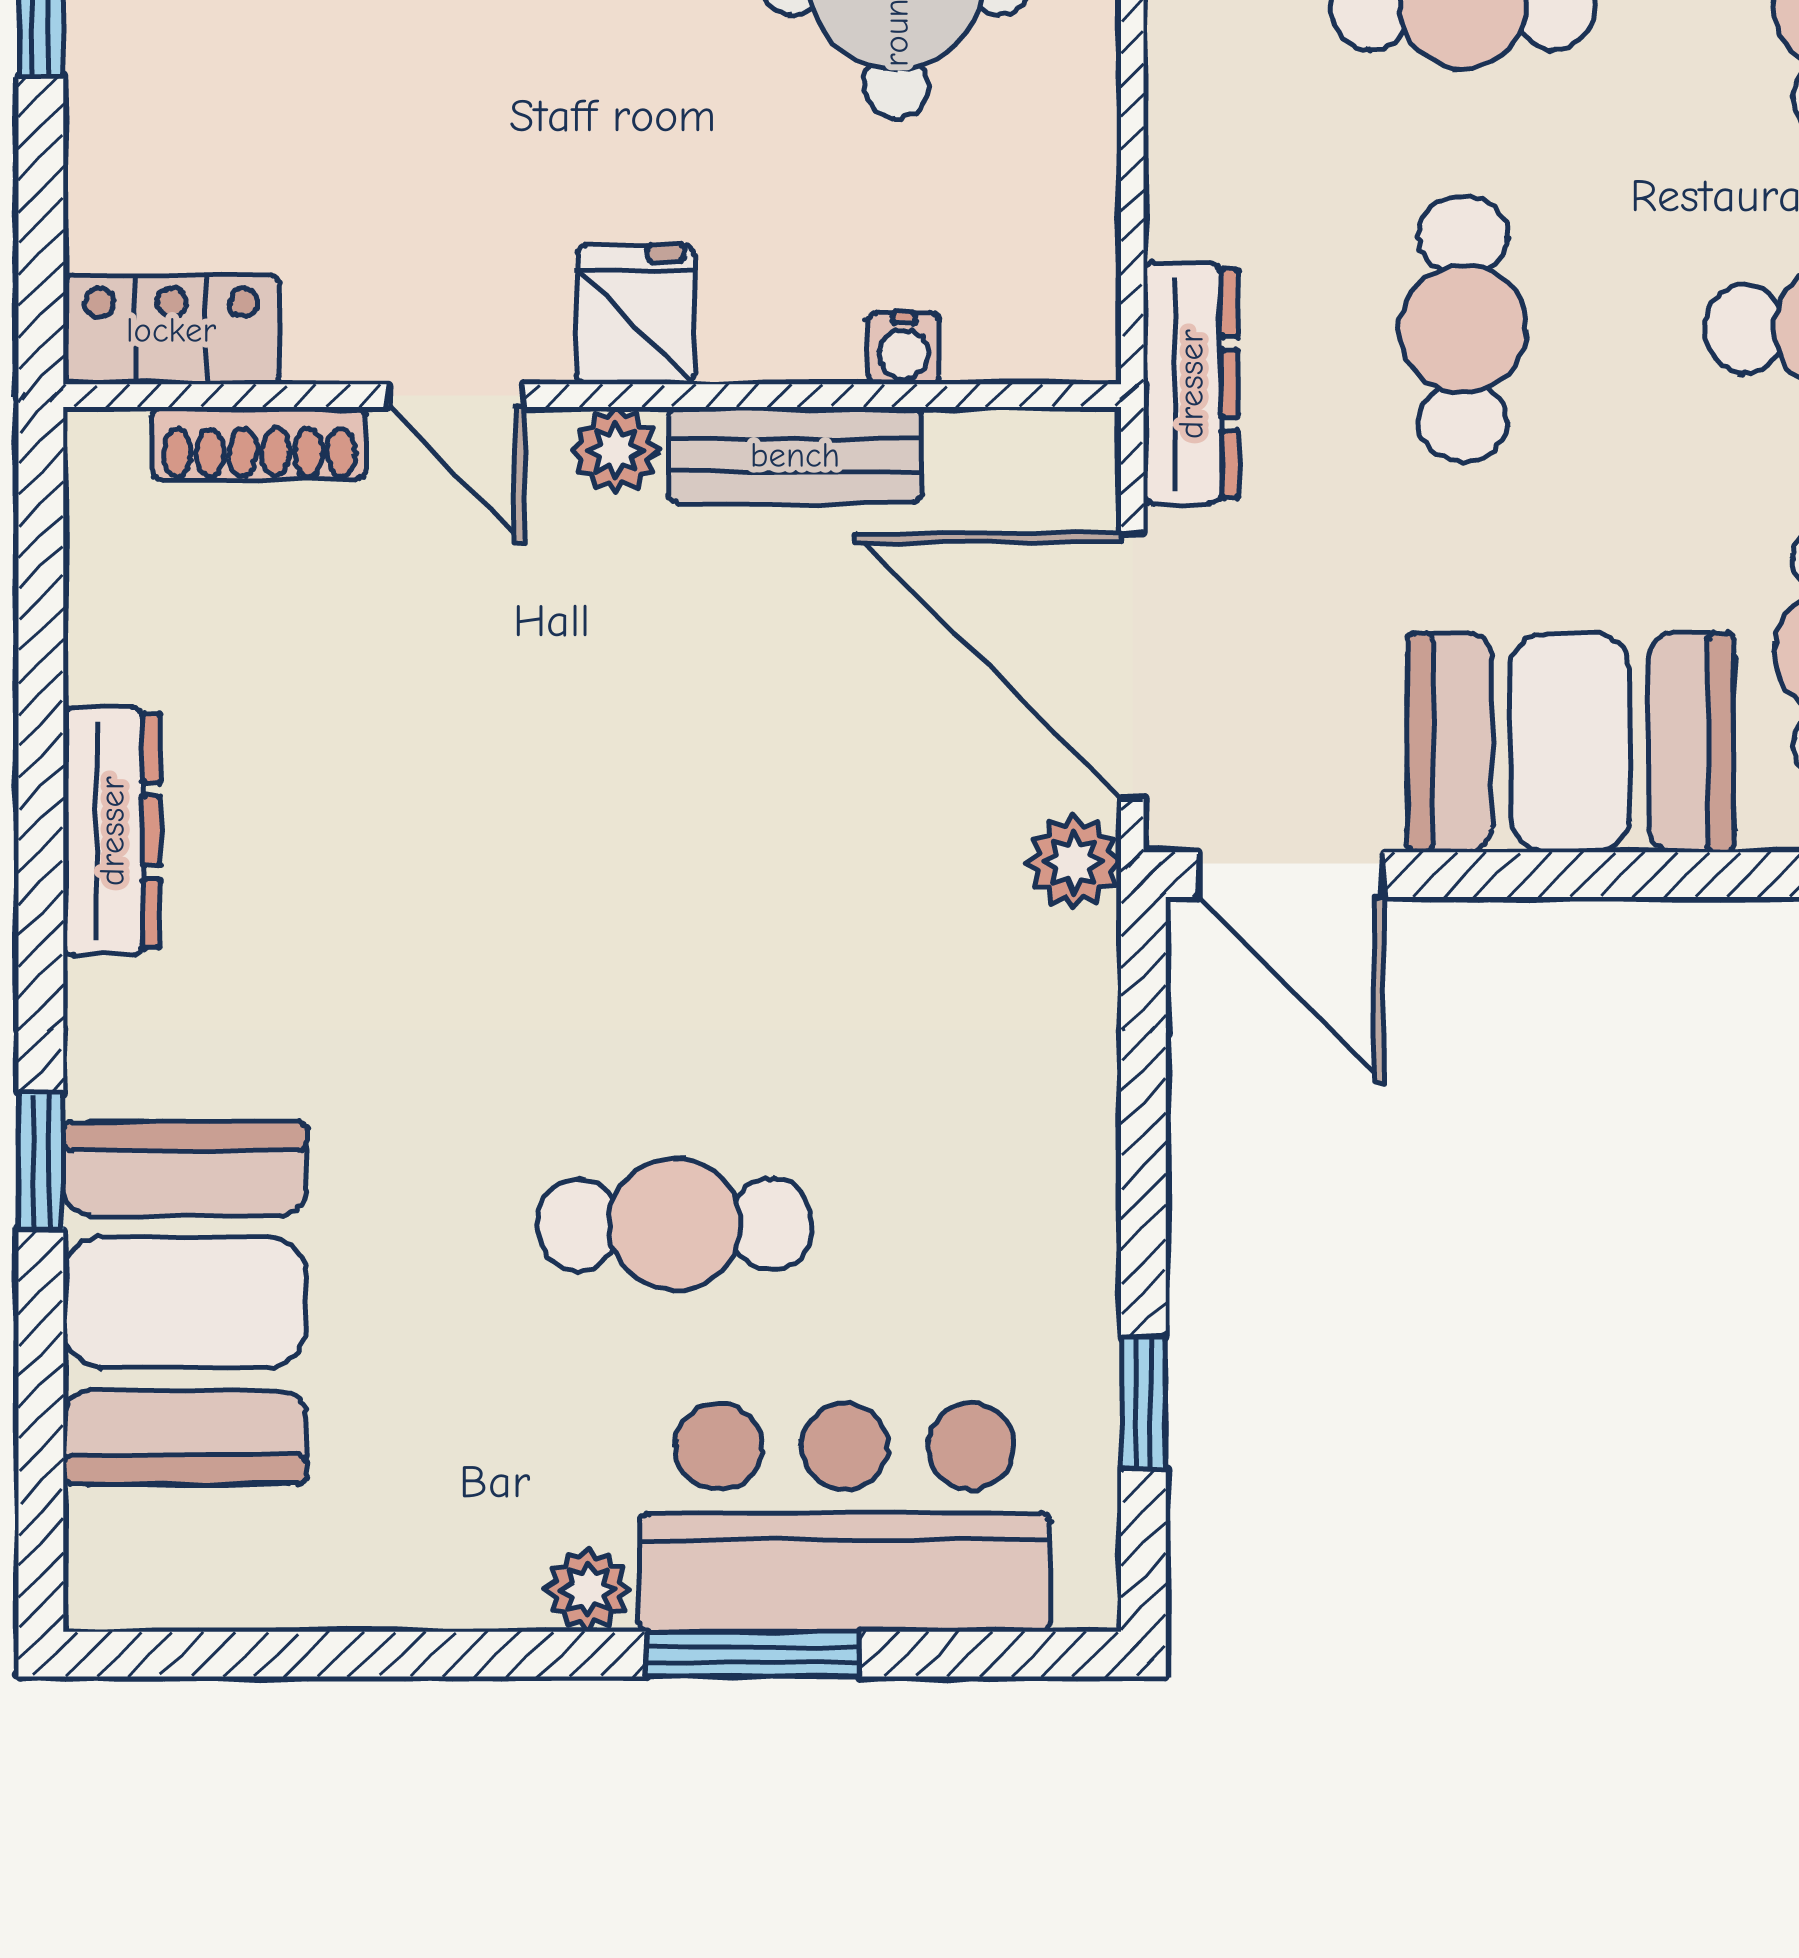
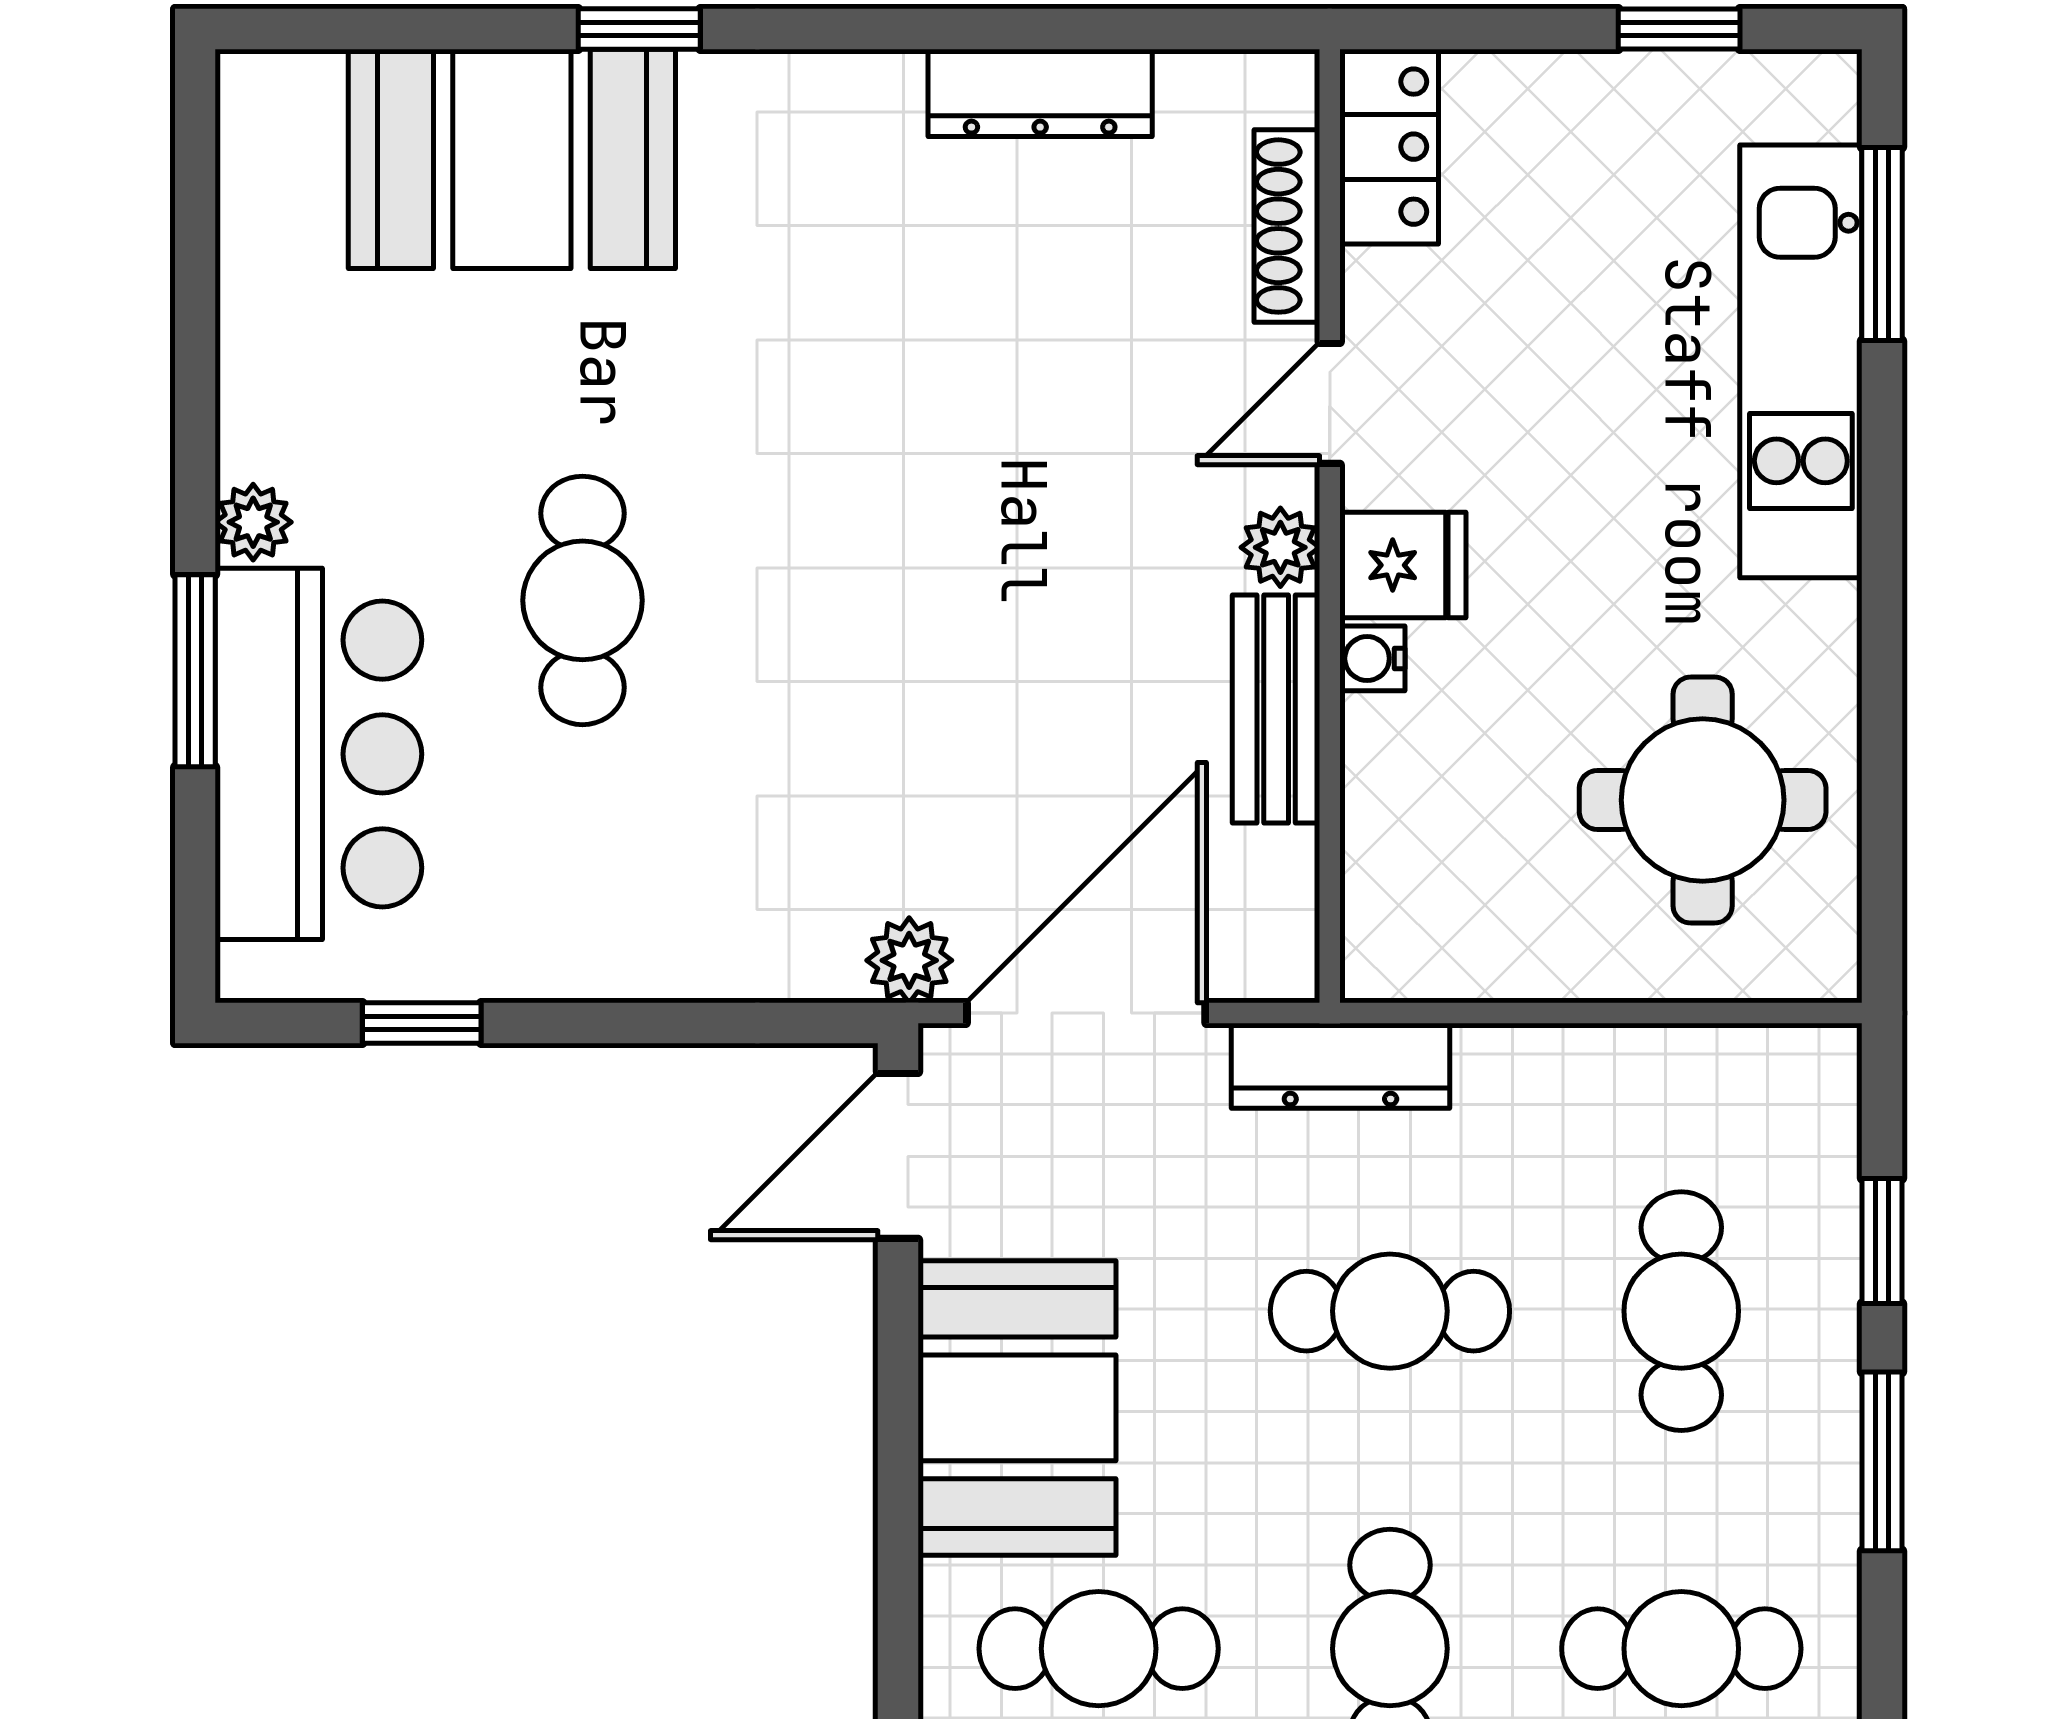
water cooler: (904, 348) -> (1372, 658), moved
dresser: (112, 831) -> (1040, 93), moved

